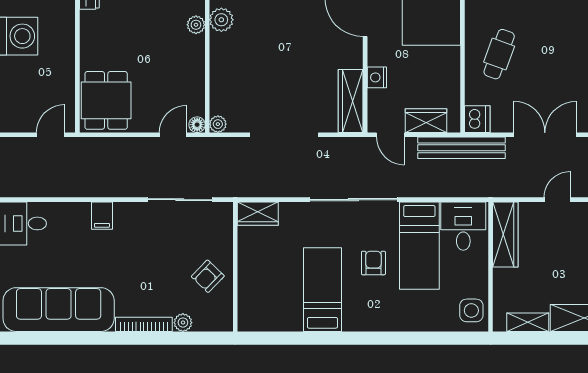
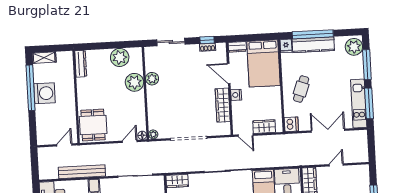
plant: (196, 25) -> (134, 82), width x1.87, depth x1.87
nightstand: (377, 77) -> (236, 95), moved
wardrobe: (351, 101) -> (223, 105), moved
bench: (461, 148) -> (82, 172), moved

